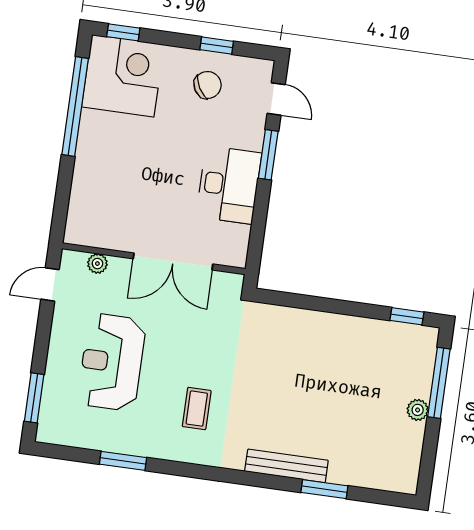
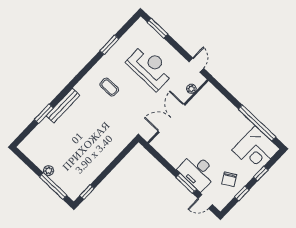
window: (123, 32) -> (261, 174), moved
desk: (229, 185) -> (198, 172), moved

